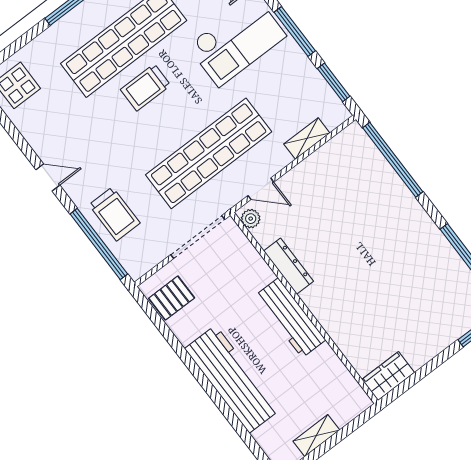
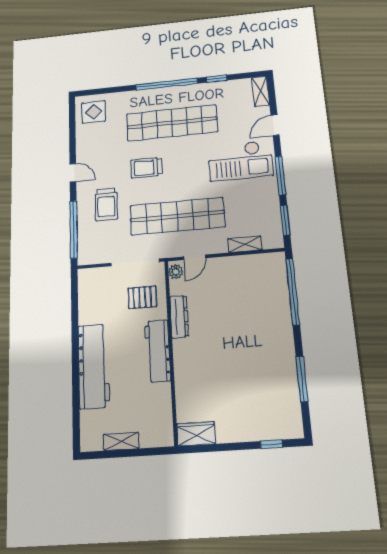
trolley: (145, 87) -> (146, 168), moved
door: (261, 189) -> (195, 257), hinge flipped
trolley: (114, 214) -> (106, 204), moved
pallet: (172, 298) -> (142, 297), moved

